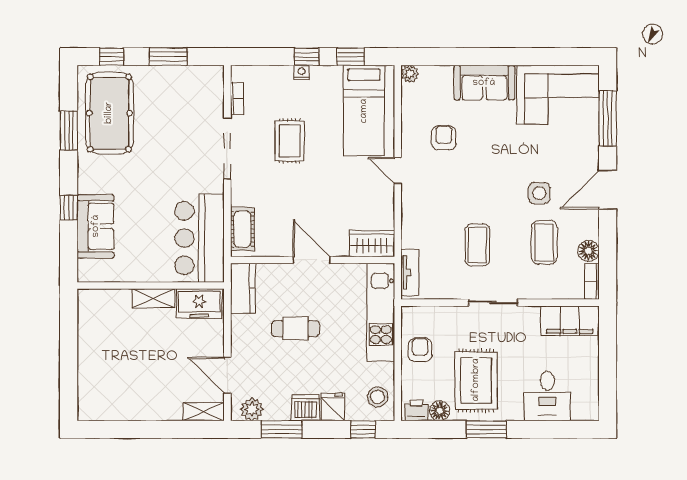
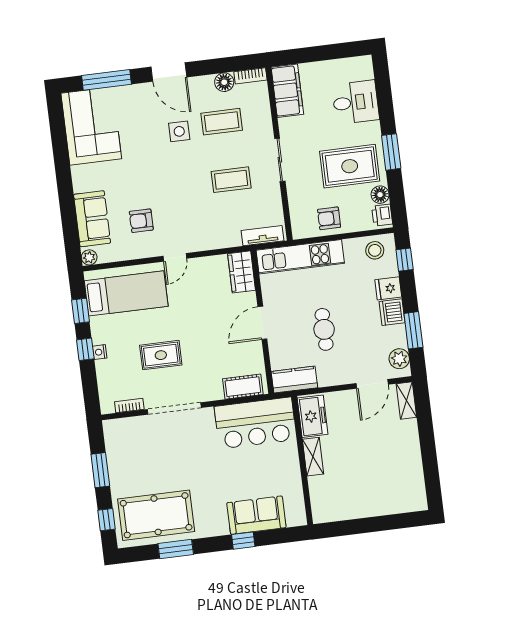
sofa: (484, 83) -> (92, 219), moved

